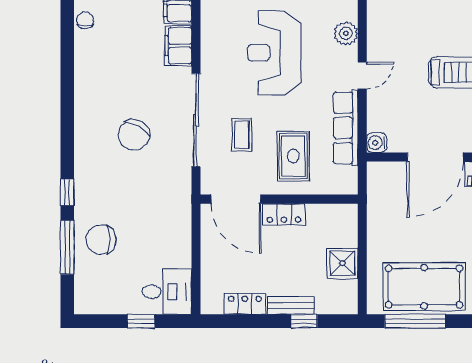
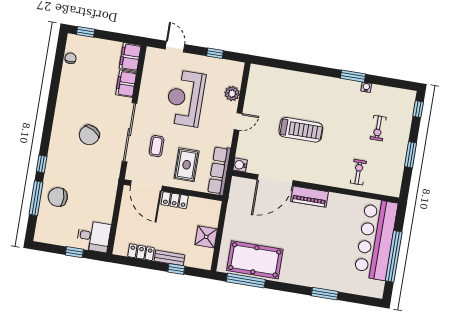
row of seats: (346, 128) -> (219, 171), moved

